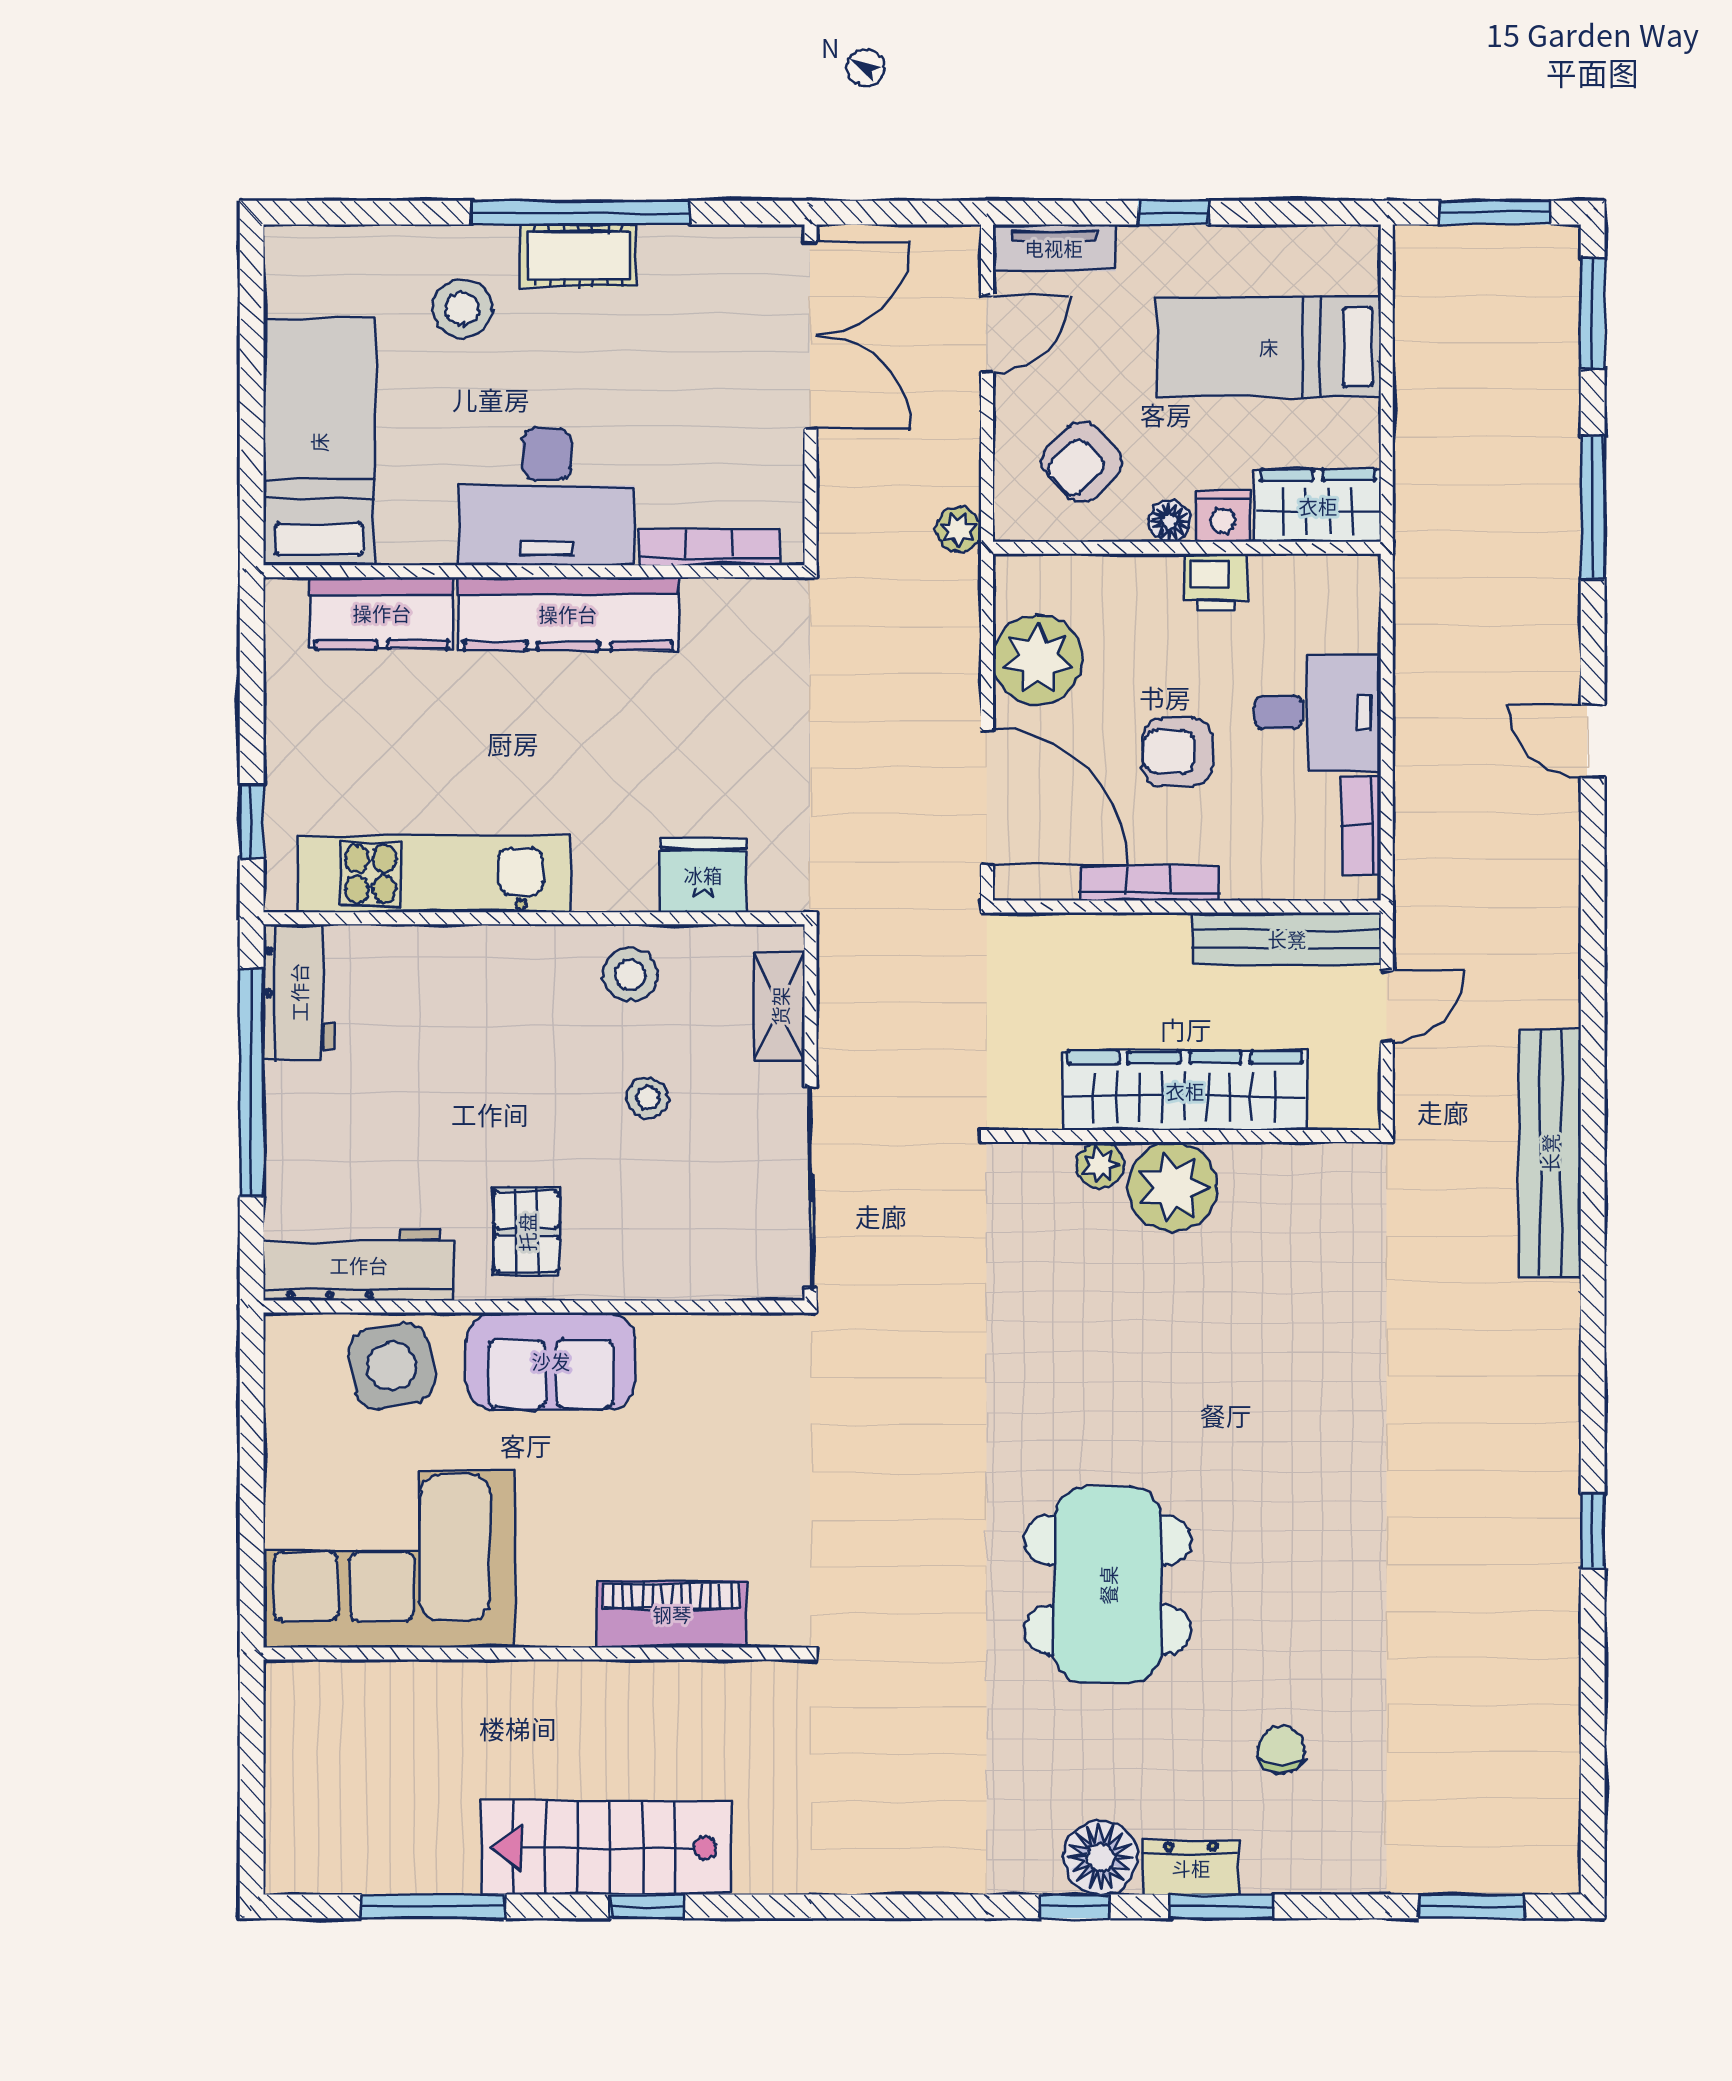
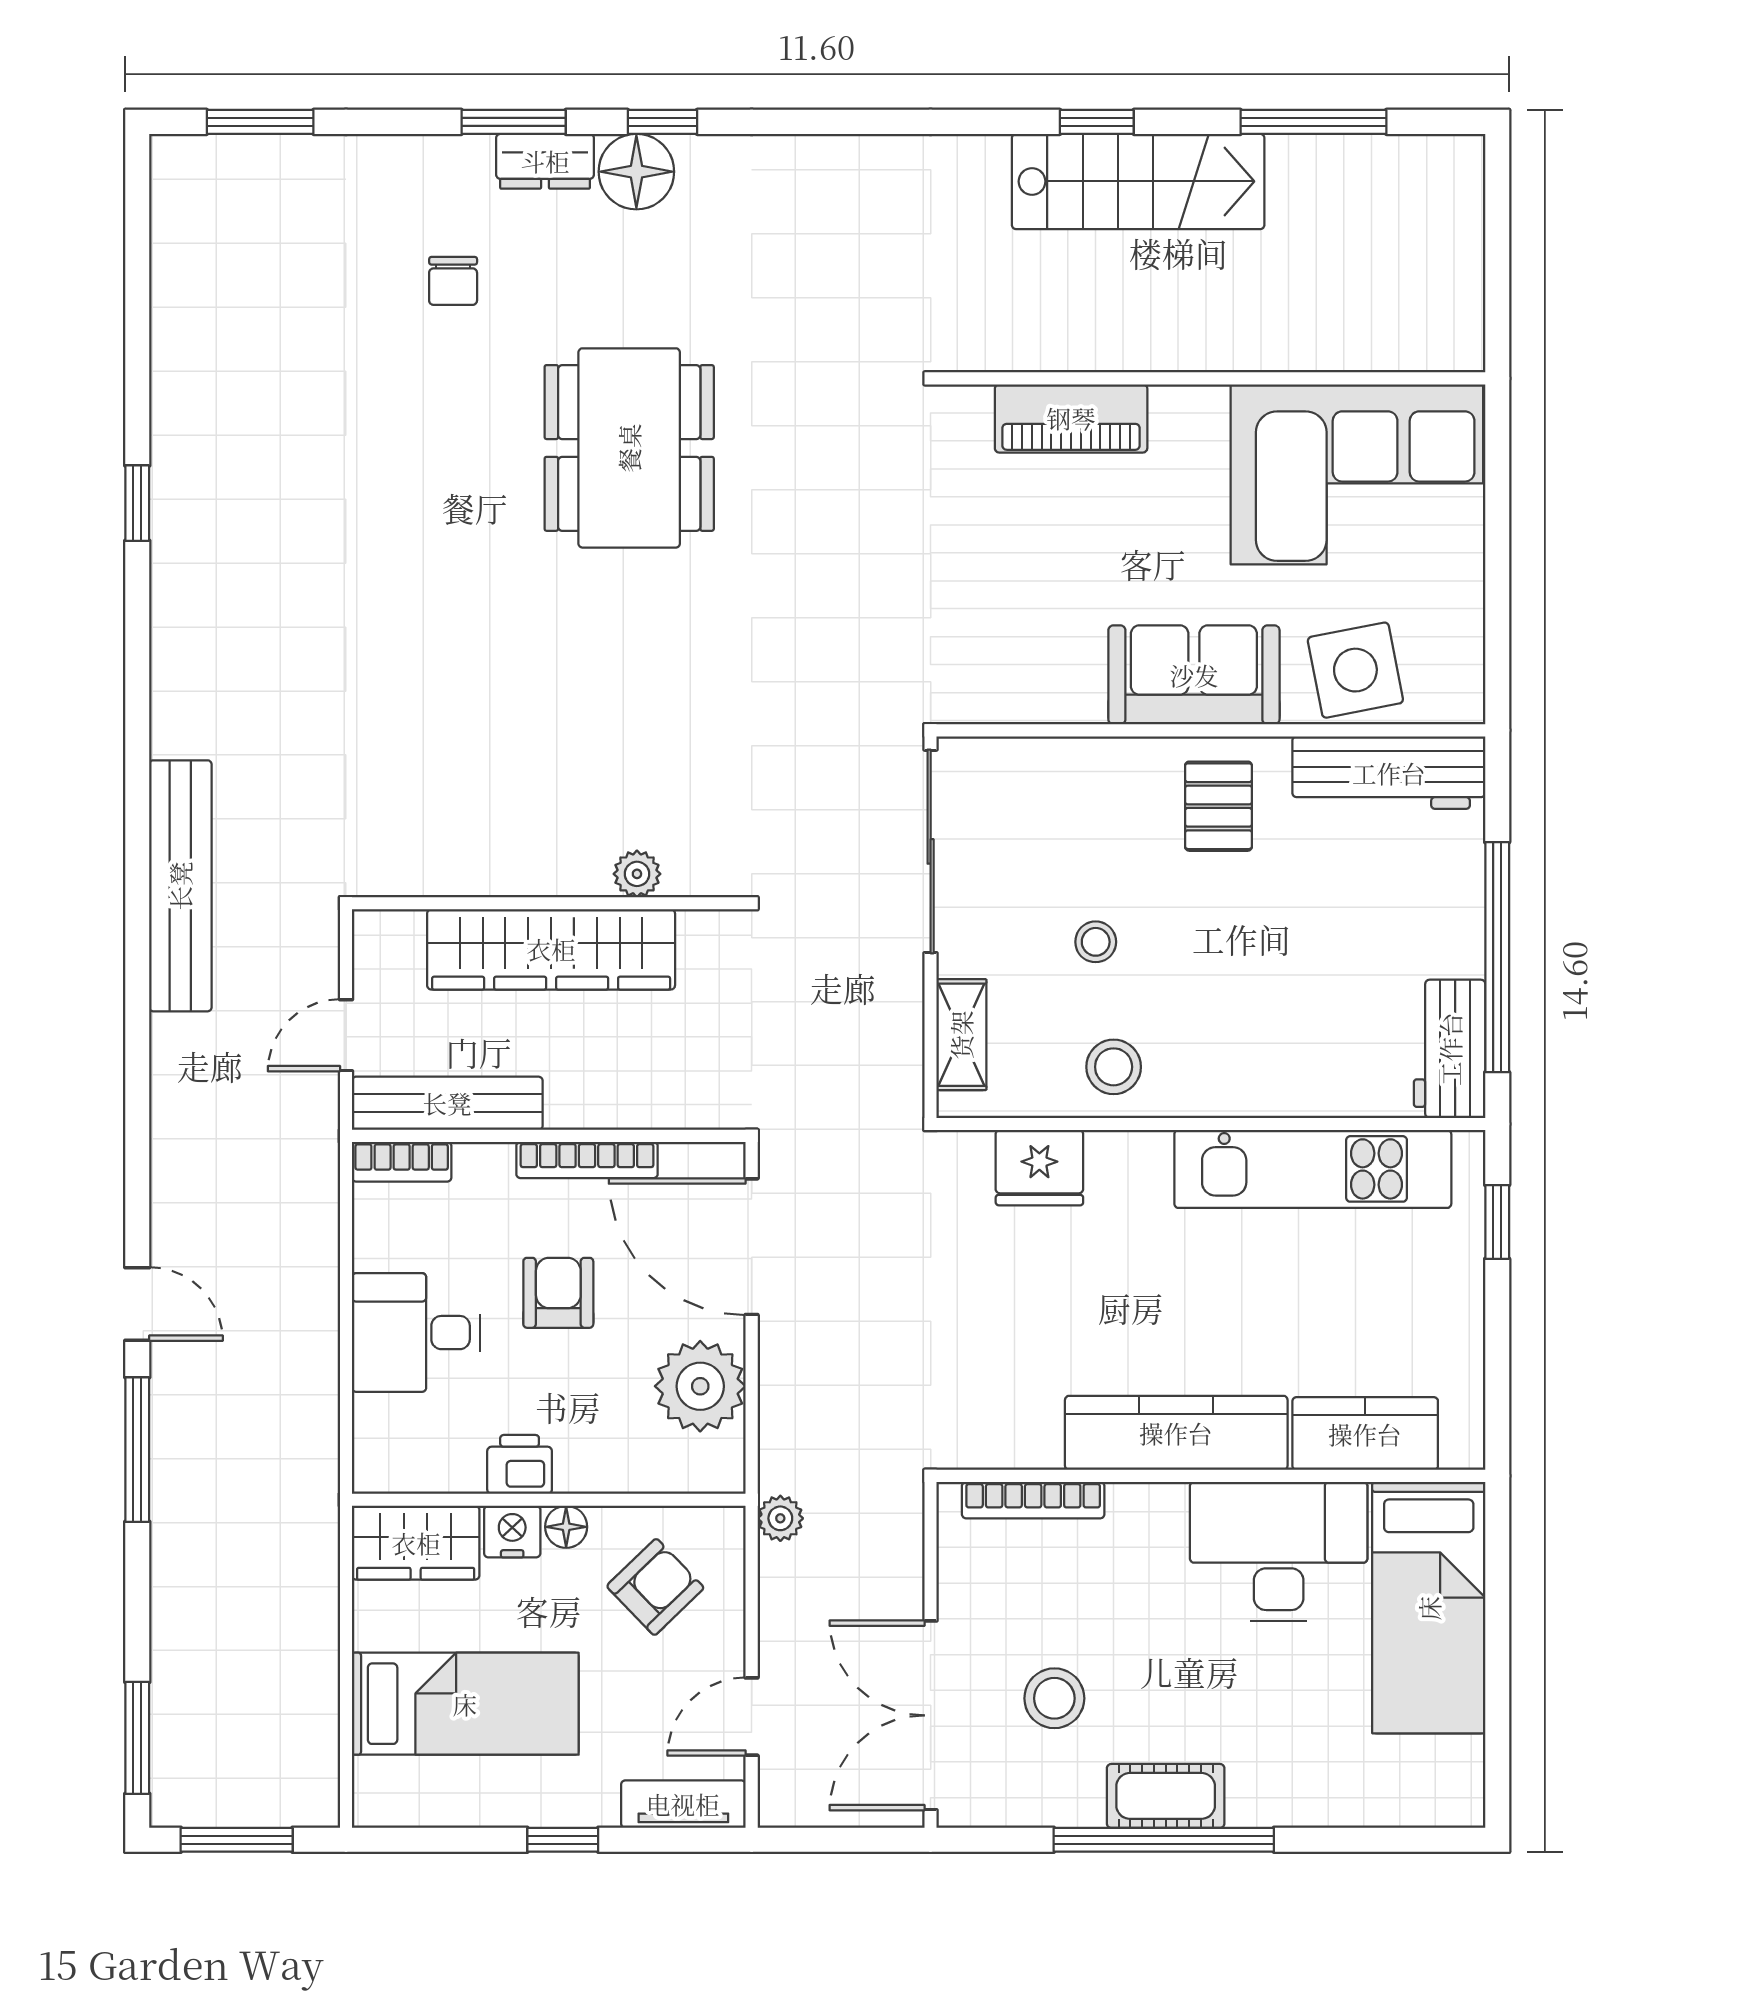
stool: (462, 309) -> (1054, 1698), moved
desk: (547, 497) -> (1279, 1552), moved
window: (1593, 508) -> (137, 1450), moved
armchair: (1177, 752) -> (558, 1293), turned -90
bookcase: (1361, 825) -> (402, 1162), moved, turned 90
plant: (1173, 1187) -> (563, 852), removed

